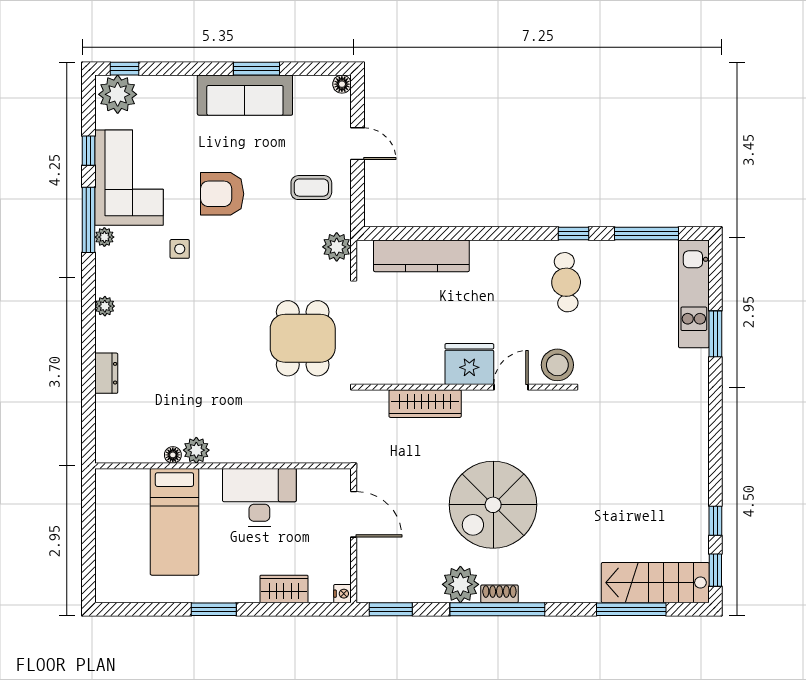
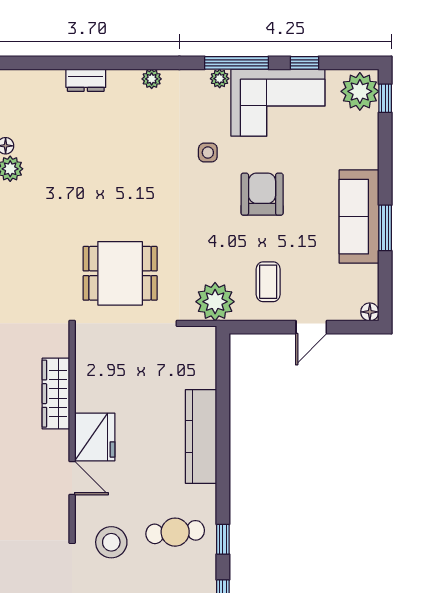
plant: (337, 247) -> (215, 302), width x1.36, depth x1.36
kitchen counter: (421, 256) -> (201, 436), moved
stool: (557, 365) -> (111, 542), moved

